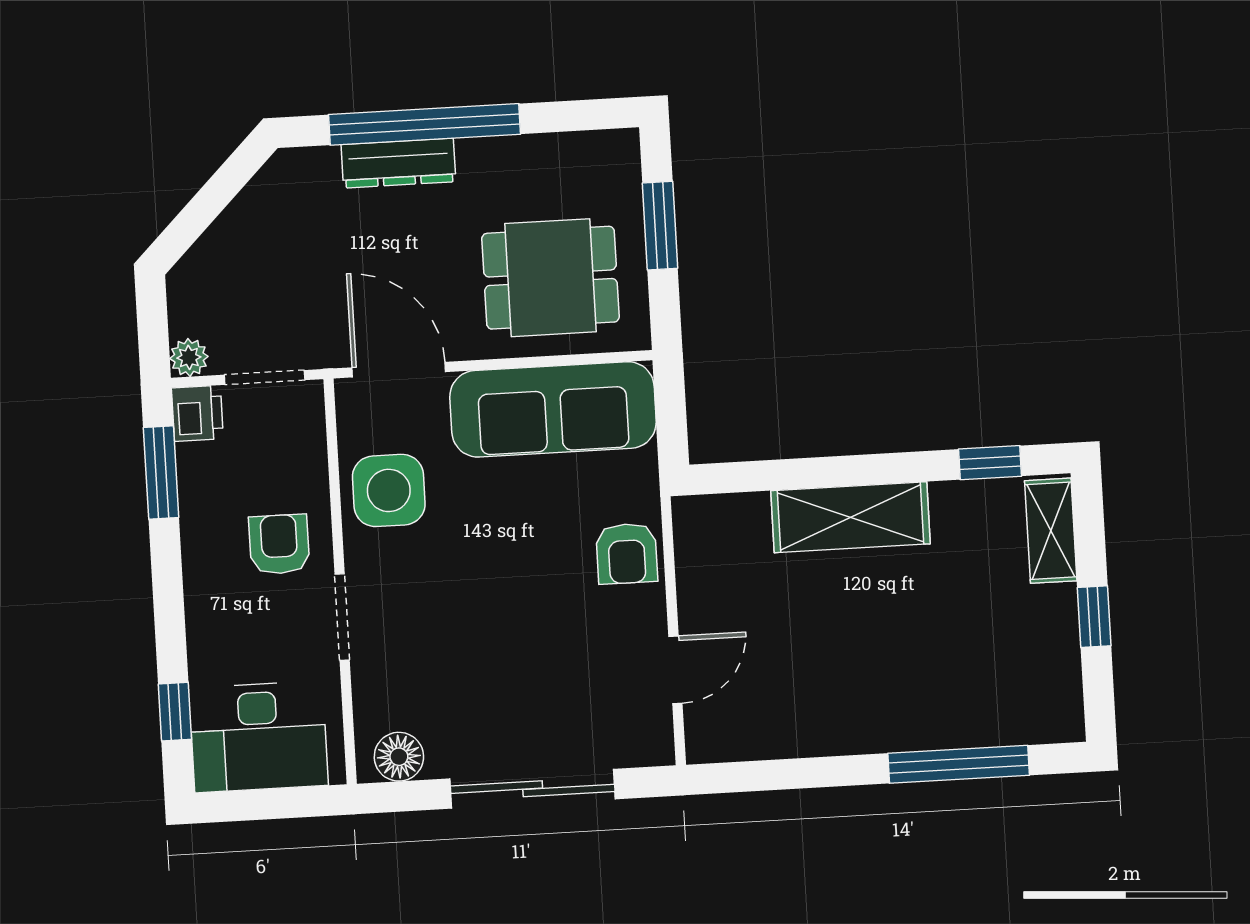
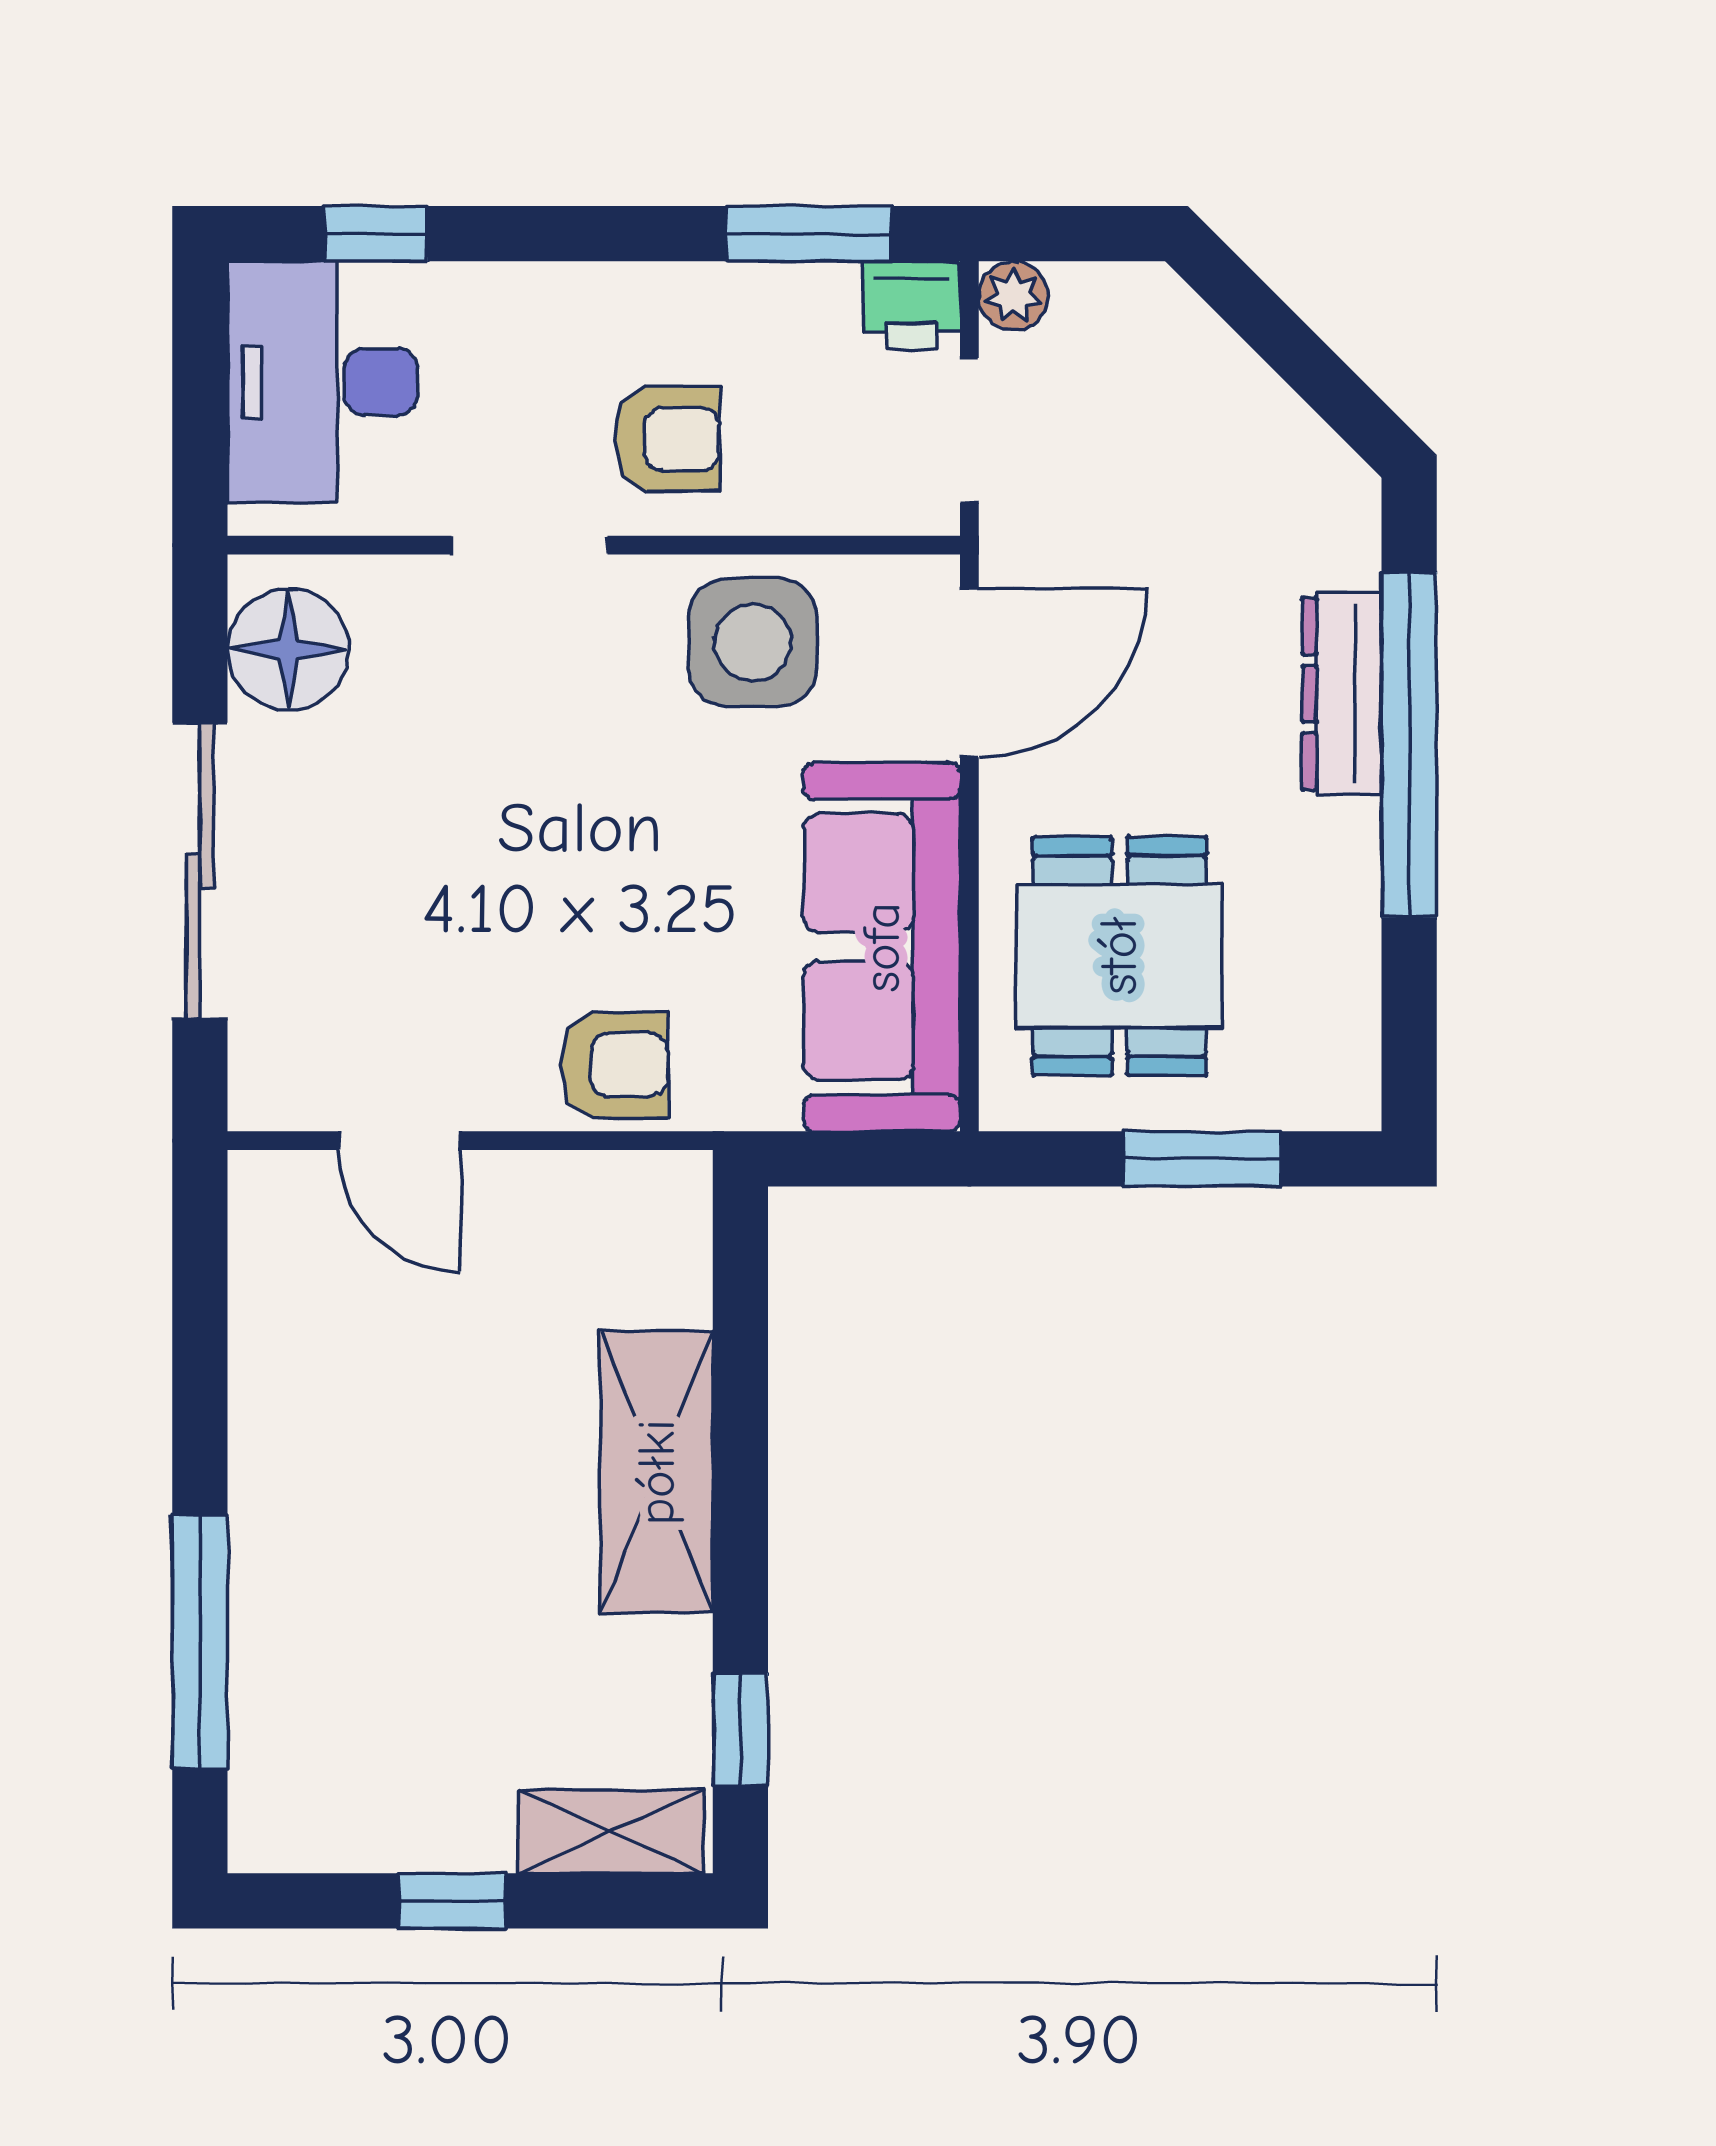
armchair: (627, 554) -> (614, 1065), turned 180
floor lamp: (399, 757) -> (288, 650), width x1.38, depth x1.38

